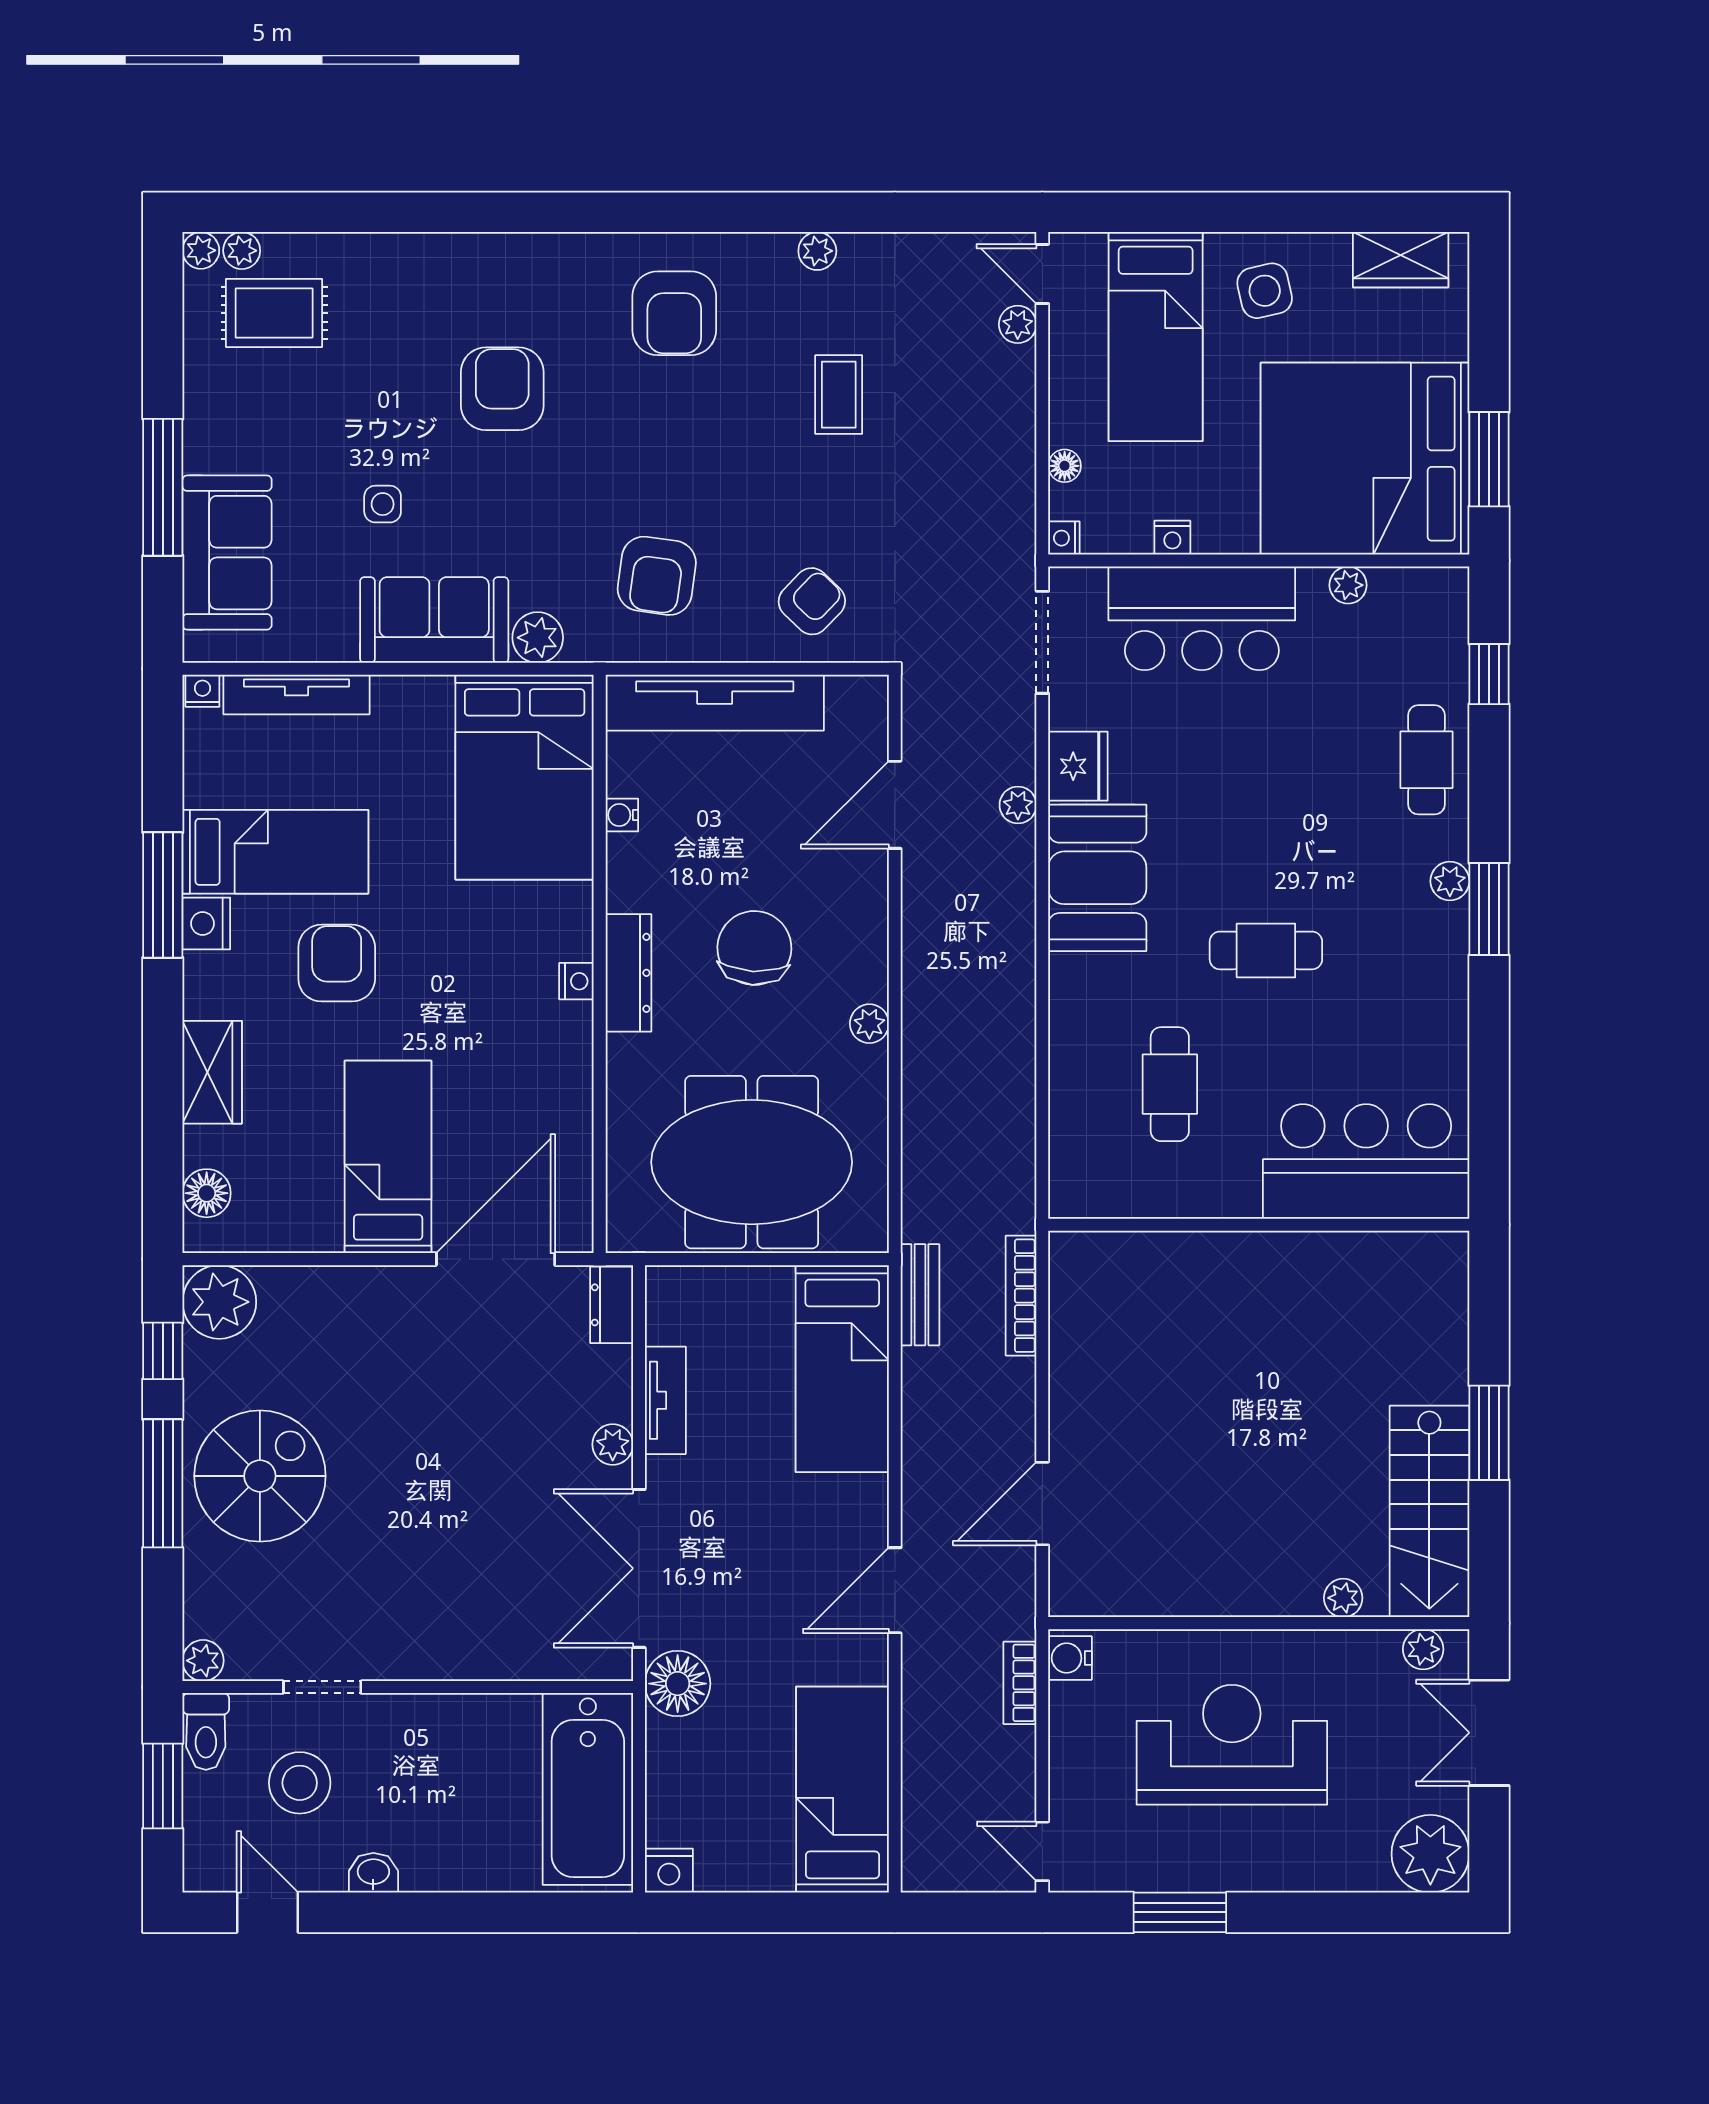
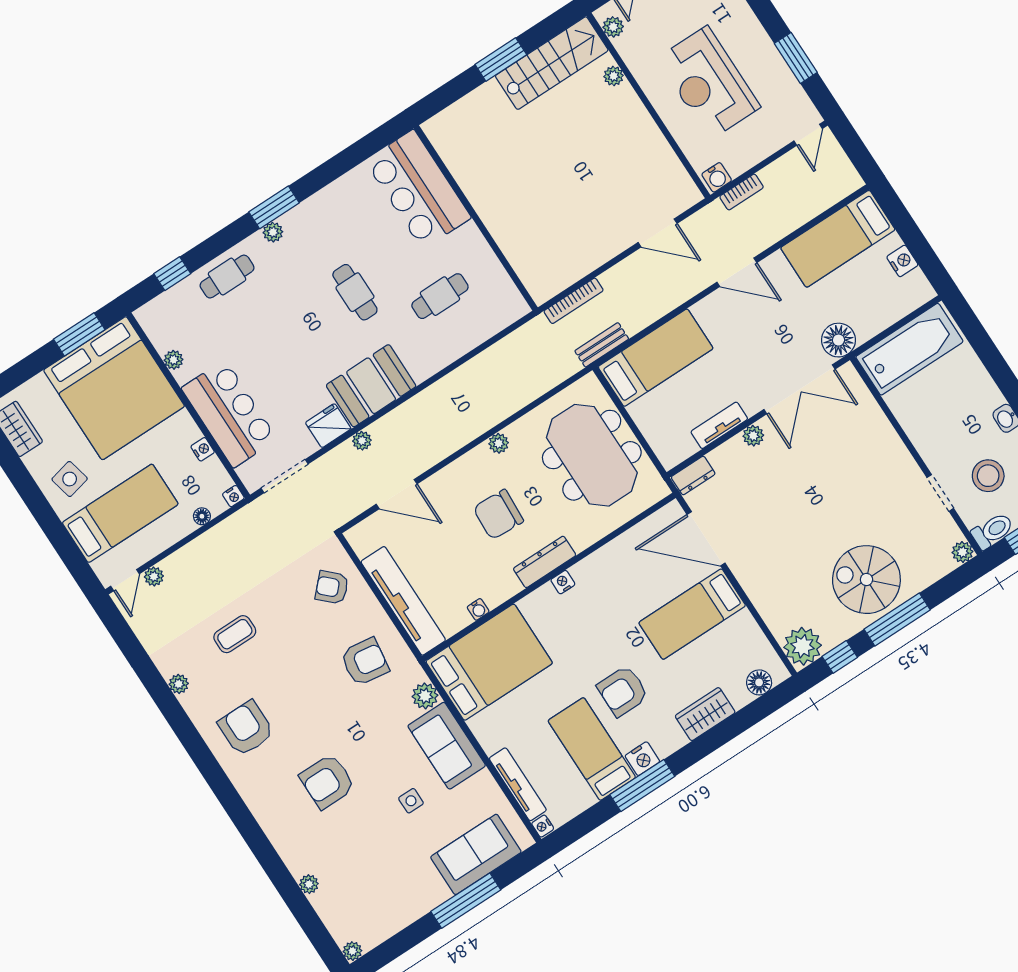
plant: (242, 251) -> (309, 884), moved
rug: (274, 313) -> (359, 902), removed
armchair: (674, 313) -> (246, 728), turned -90
nightstand: (669, 1871) -> (902, 261), moved

